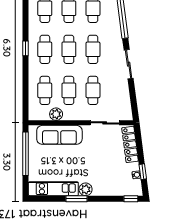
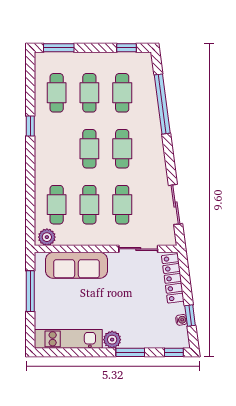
window: (26, 48) -> (30, 126), moved
cafe table: (45, 49) -> (57, 149), removed
sliding door: (129, 64) -> (176, 204), moved
plant: (56, 114) -> (47, 237), moved
window: (26, 154) -> (30, 291), width x0.68
window: (77, 199) -> (130, 352), moved

